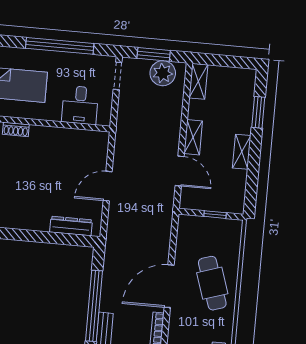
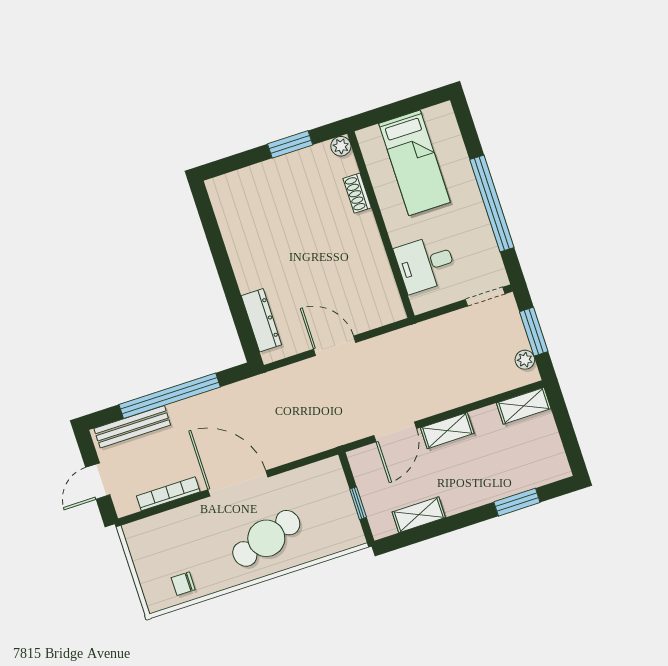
plant: (163, 73) -> (525, 360), width x0.53, depth x0.53
shelving: (242, 152) -> (419, 515), moved

